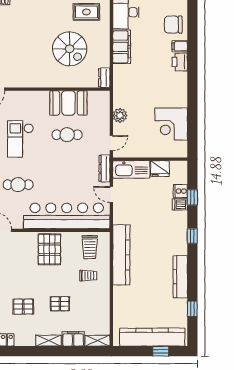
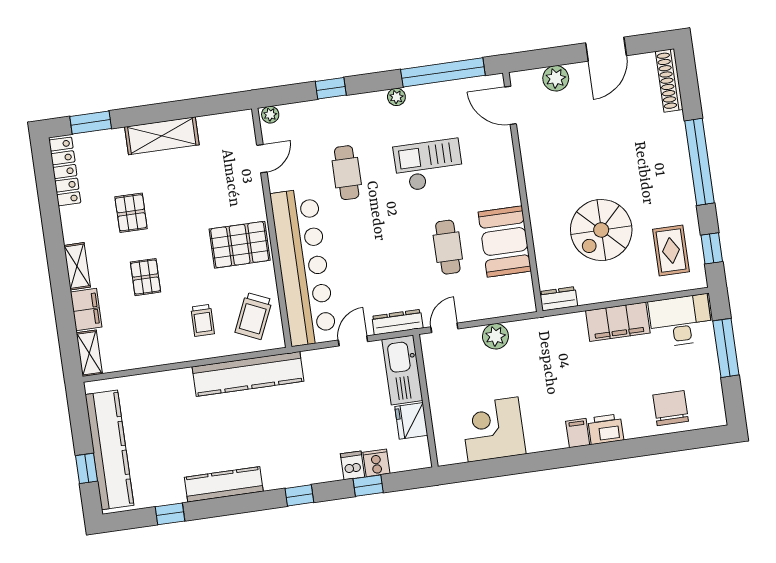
filing cabinet: (180, 46) -> (578, 433), moved
door: (111, 143) -> (444, 328), swing flipped
trolley: (90, 247) -> (254, 316), turned -66

